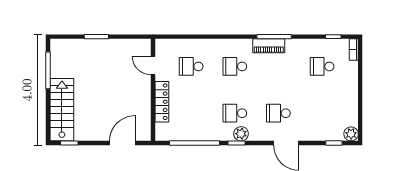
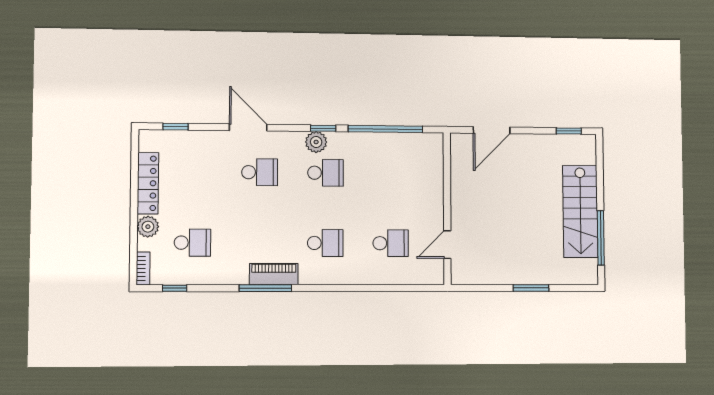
door: (153, 66) -> (447, 245), swing flipped
locker: (162, 102) -> (148, 183), moved, turned 180
stairs: (62, 110) -> (580, 211), moved
plant: (351, 134) -> (148, 227), moved

